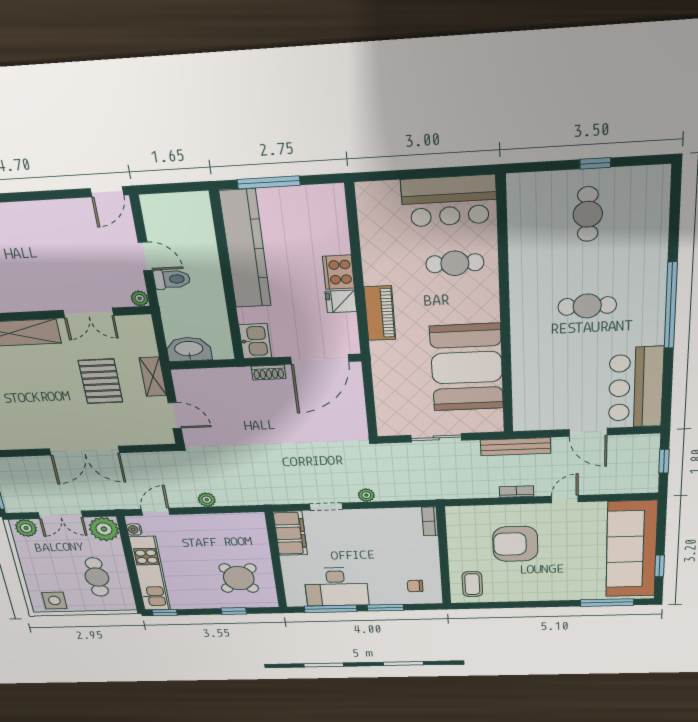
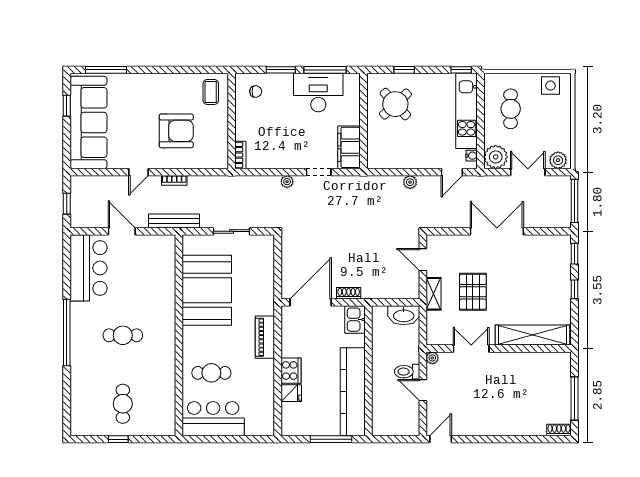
fridge: (341, 301) -> (291, 393), moved

